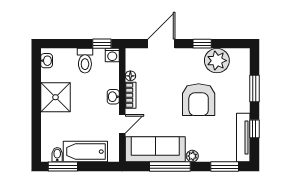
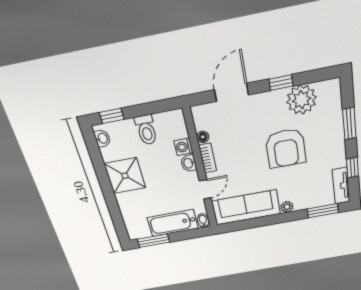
window: (102, 44) -> (112, 116), moved
washing machine: (112, 55) -> (183, 147), moved, turned 90
tv unit: (243, 137) -> (341, 186), width x0.71
bidet: (57, 155) -> (203, 220), moved
window: (170, 167) -> (265, 221), removed

